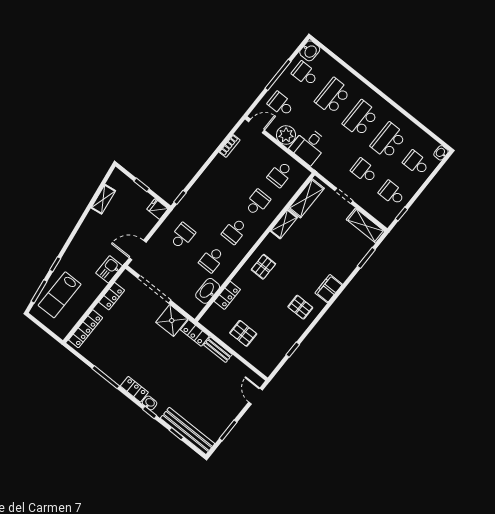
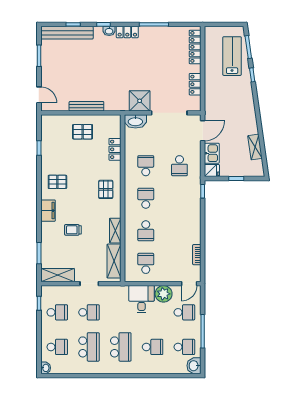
school desk: (333, 96) -> (153, 347), width x0.54
trolley: (320, 254) -> (73, 230), added
kitchen sink: (109, 269) -> (212, 153), moved
washbasin: (208, 291) -> (135, 121), moved, turned 90
locker: (195, 333) -> (117, 105), removed
bench: (218, 350) -> (86, 106), width x1.36

